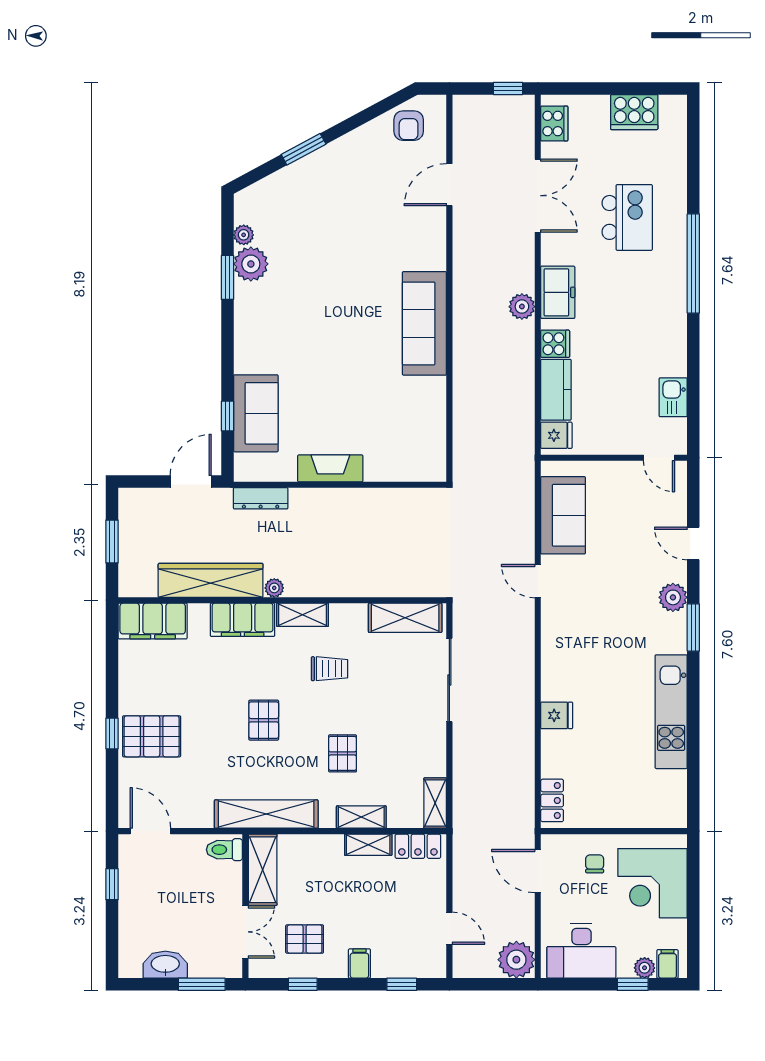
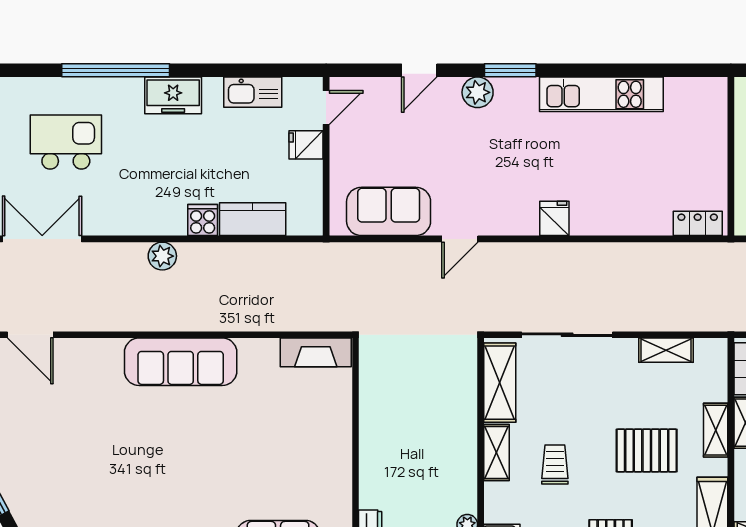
freezer: (558, 292) -> (173, 95), moved, turned 180
kitchen sink: (673, 397) -> (253, 92), width x1.38
fridge: (556, 435) -> (306, 145), moved, turned -90
fireplace: (330, 468) -> (316, 352), moved, turned -90
shelving: (303, 615) -> (496, 452), moved
fridge: (557, 715) -> (554, 218), moved
pallet: (343, 753) -> (647, 450), width x1.50, depth x1.42
shelving: (435, 803) -> (666, 350), moved

